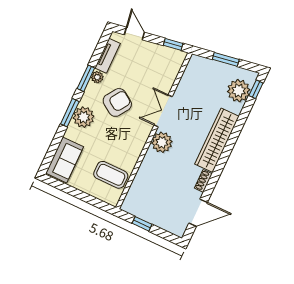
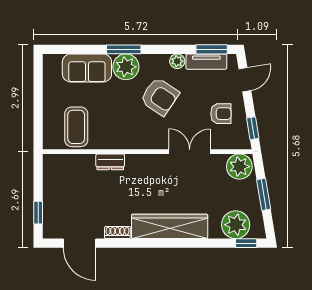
armchair: (151, 63) -> (221, 114), added
window: (86, 78) -> (212, 49), moved
double door: (163, 111) -> (190, 152), moved
plant: (162, 142) -> (239, 167), moved
sofa: (65, 160) -> (87, 68), moved
dresser: (148, 162) -> (110, 162), added
window: (142, 224) -> (38, 213), moved

